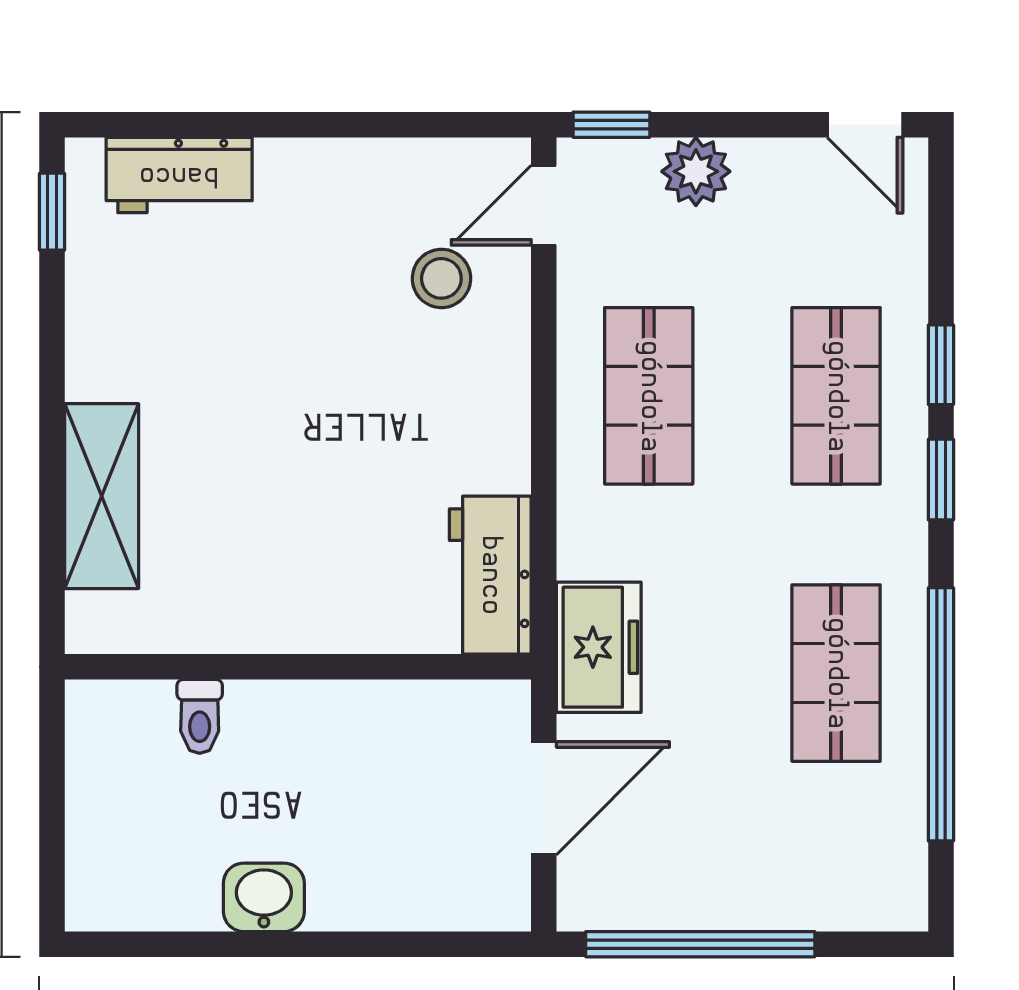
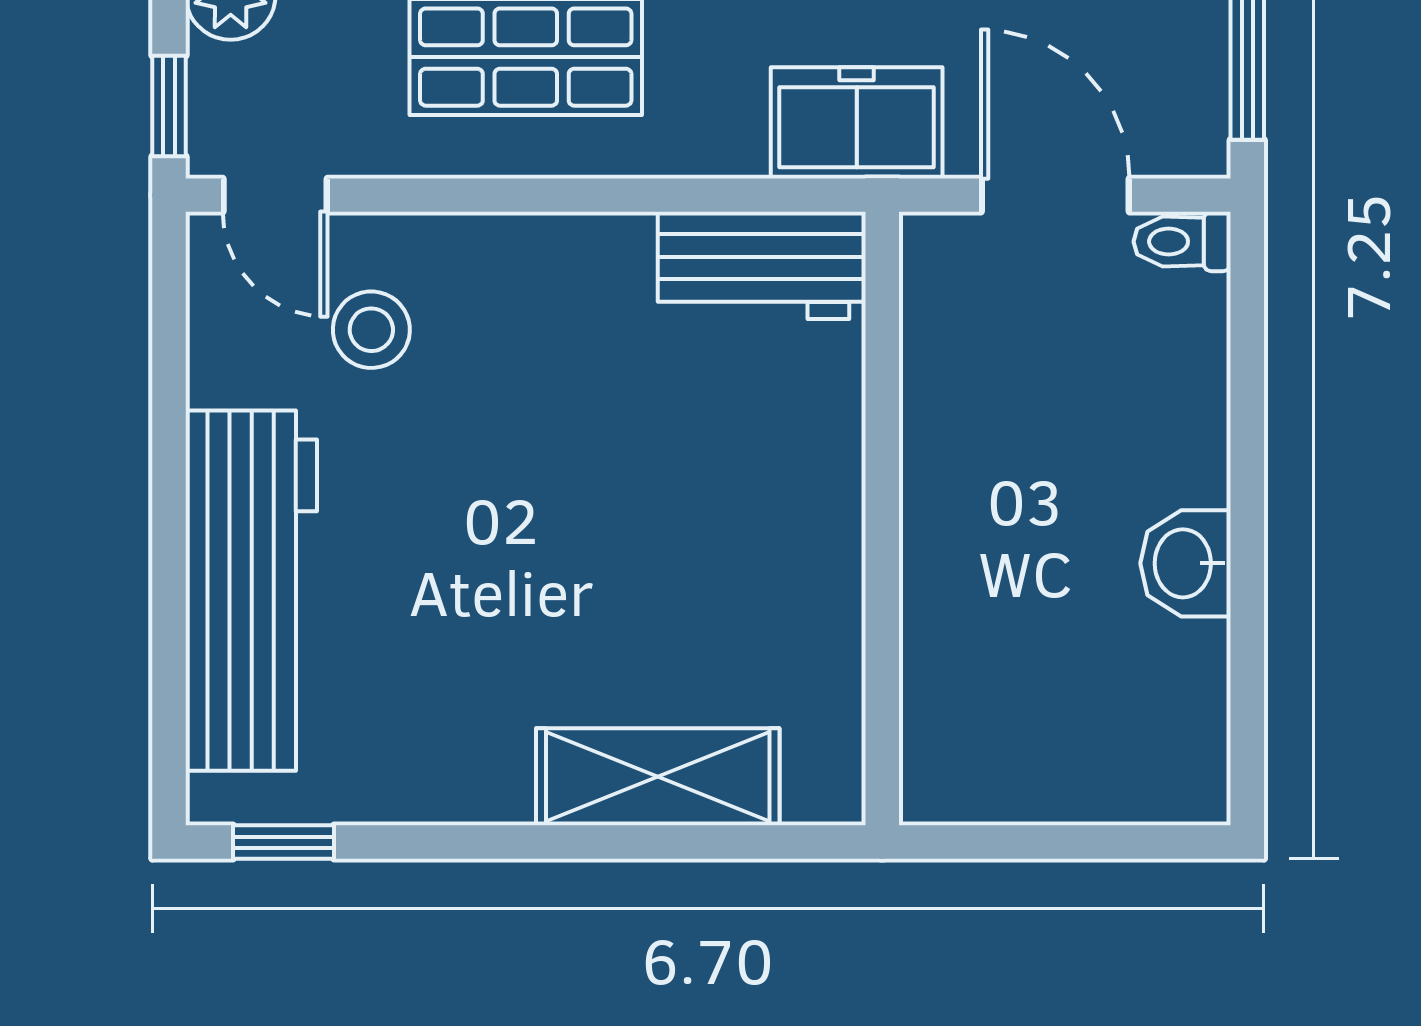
workbench: (179, 175) -> (251, 591), width x1.88, depth x1.32
toilet: (200, 716) -> (1182, 242), moved, turned 180

